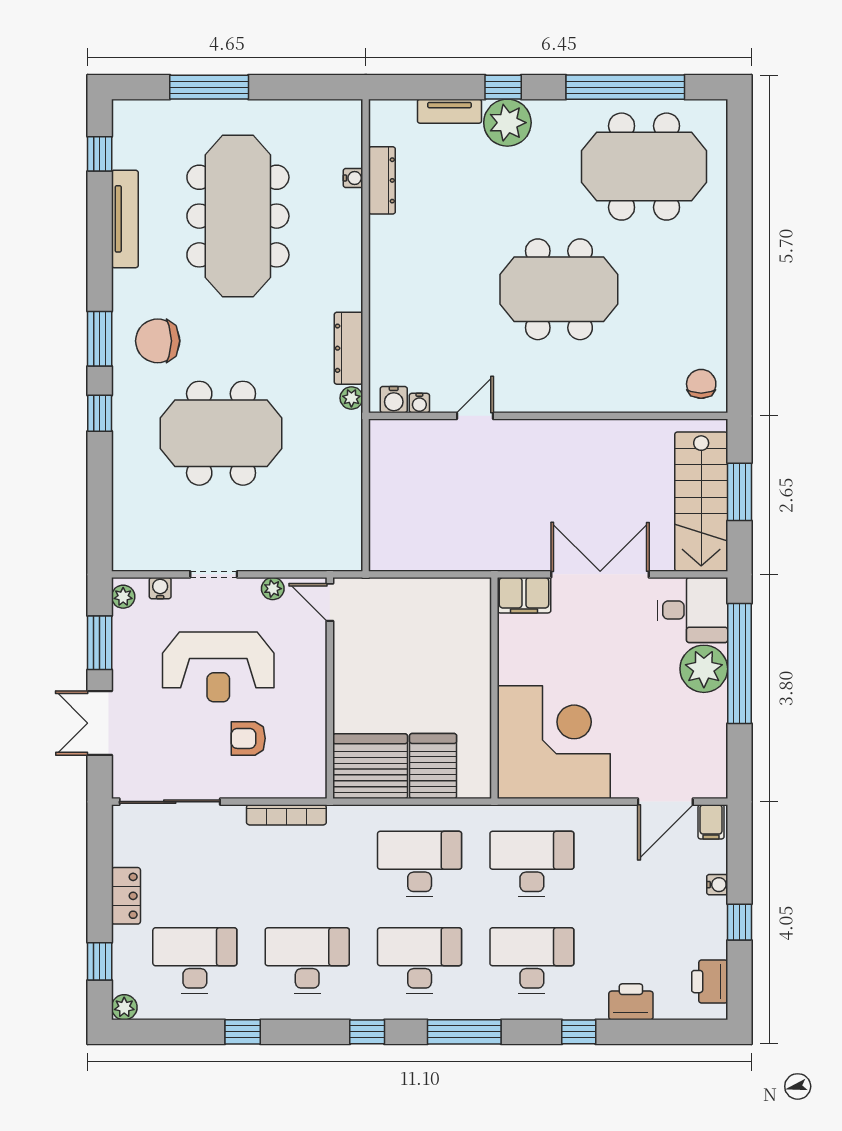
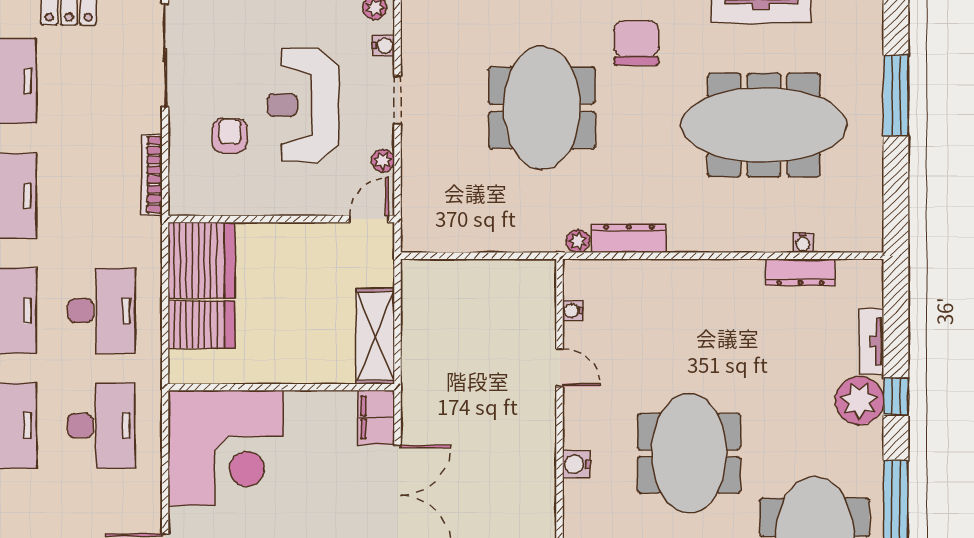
water cooler: (394, 400) -> (576, 464), moved
shelving: (444, 596) -> (375, 336), added

